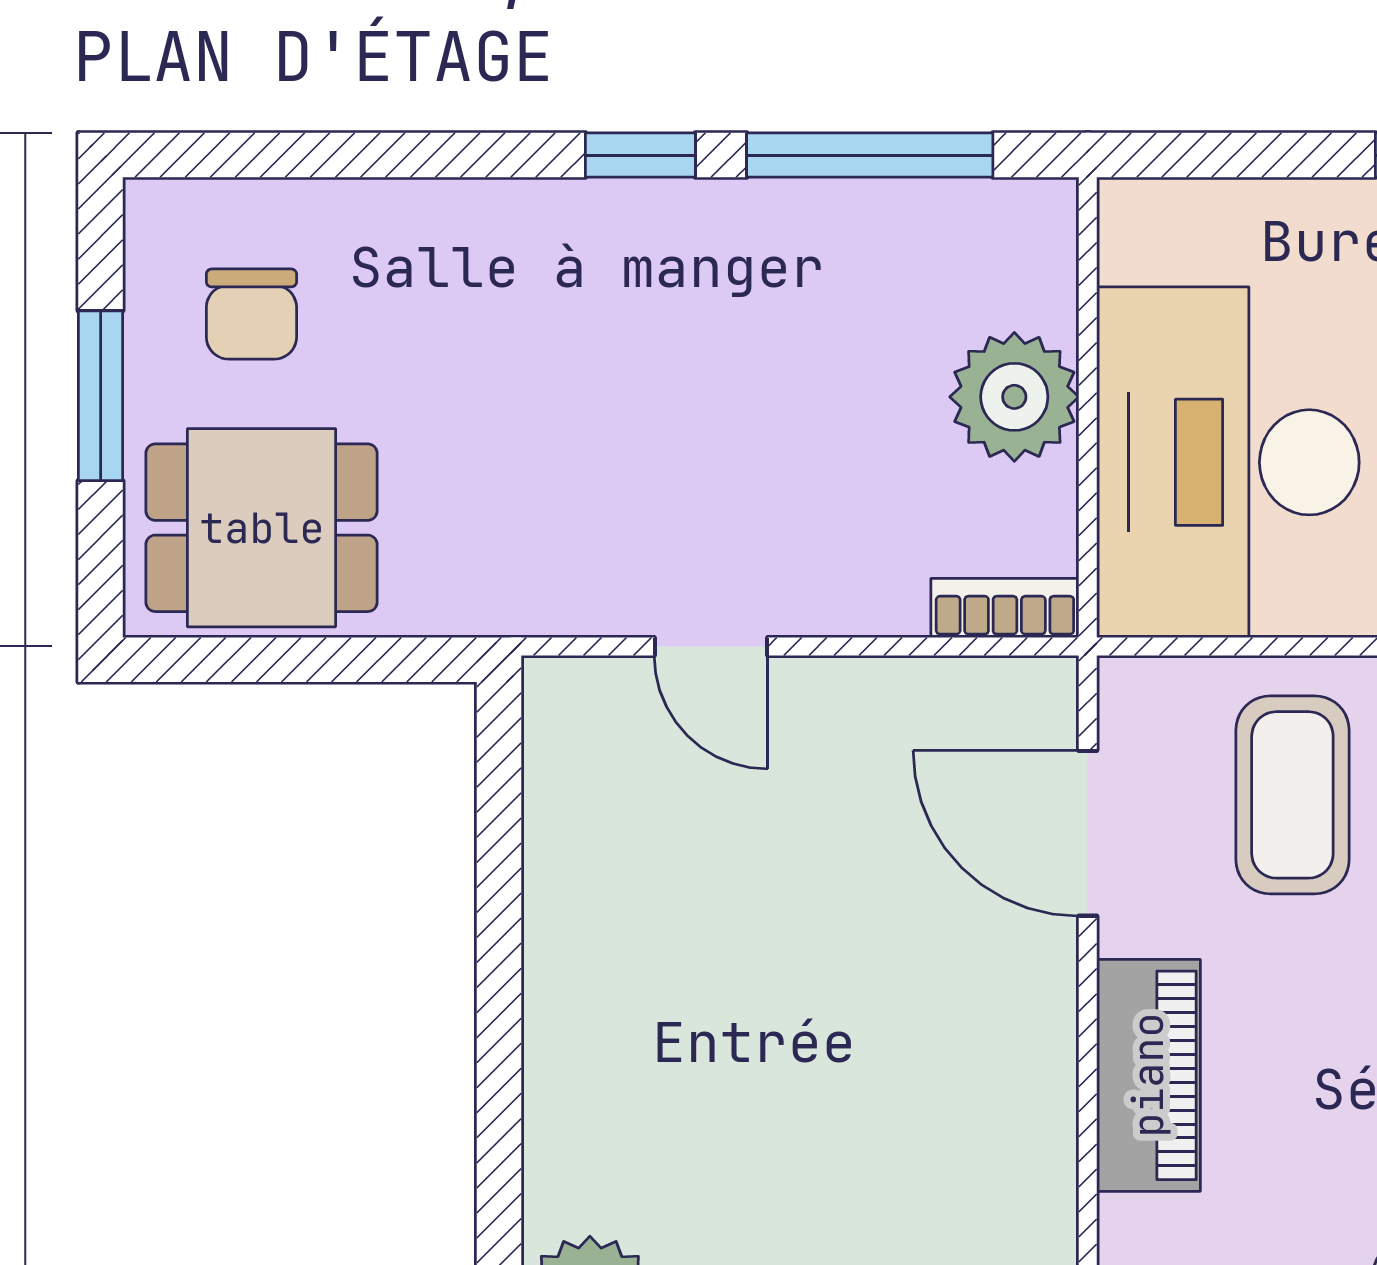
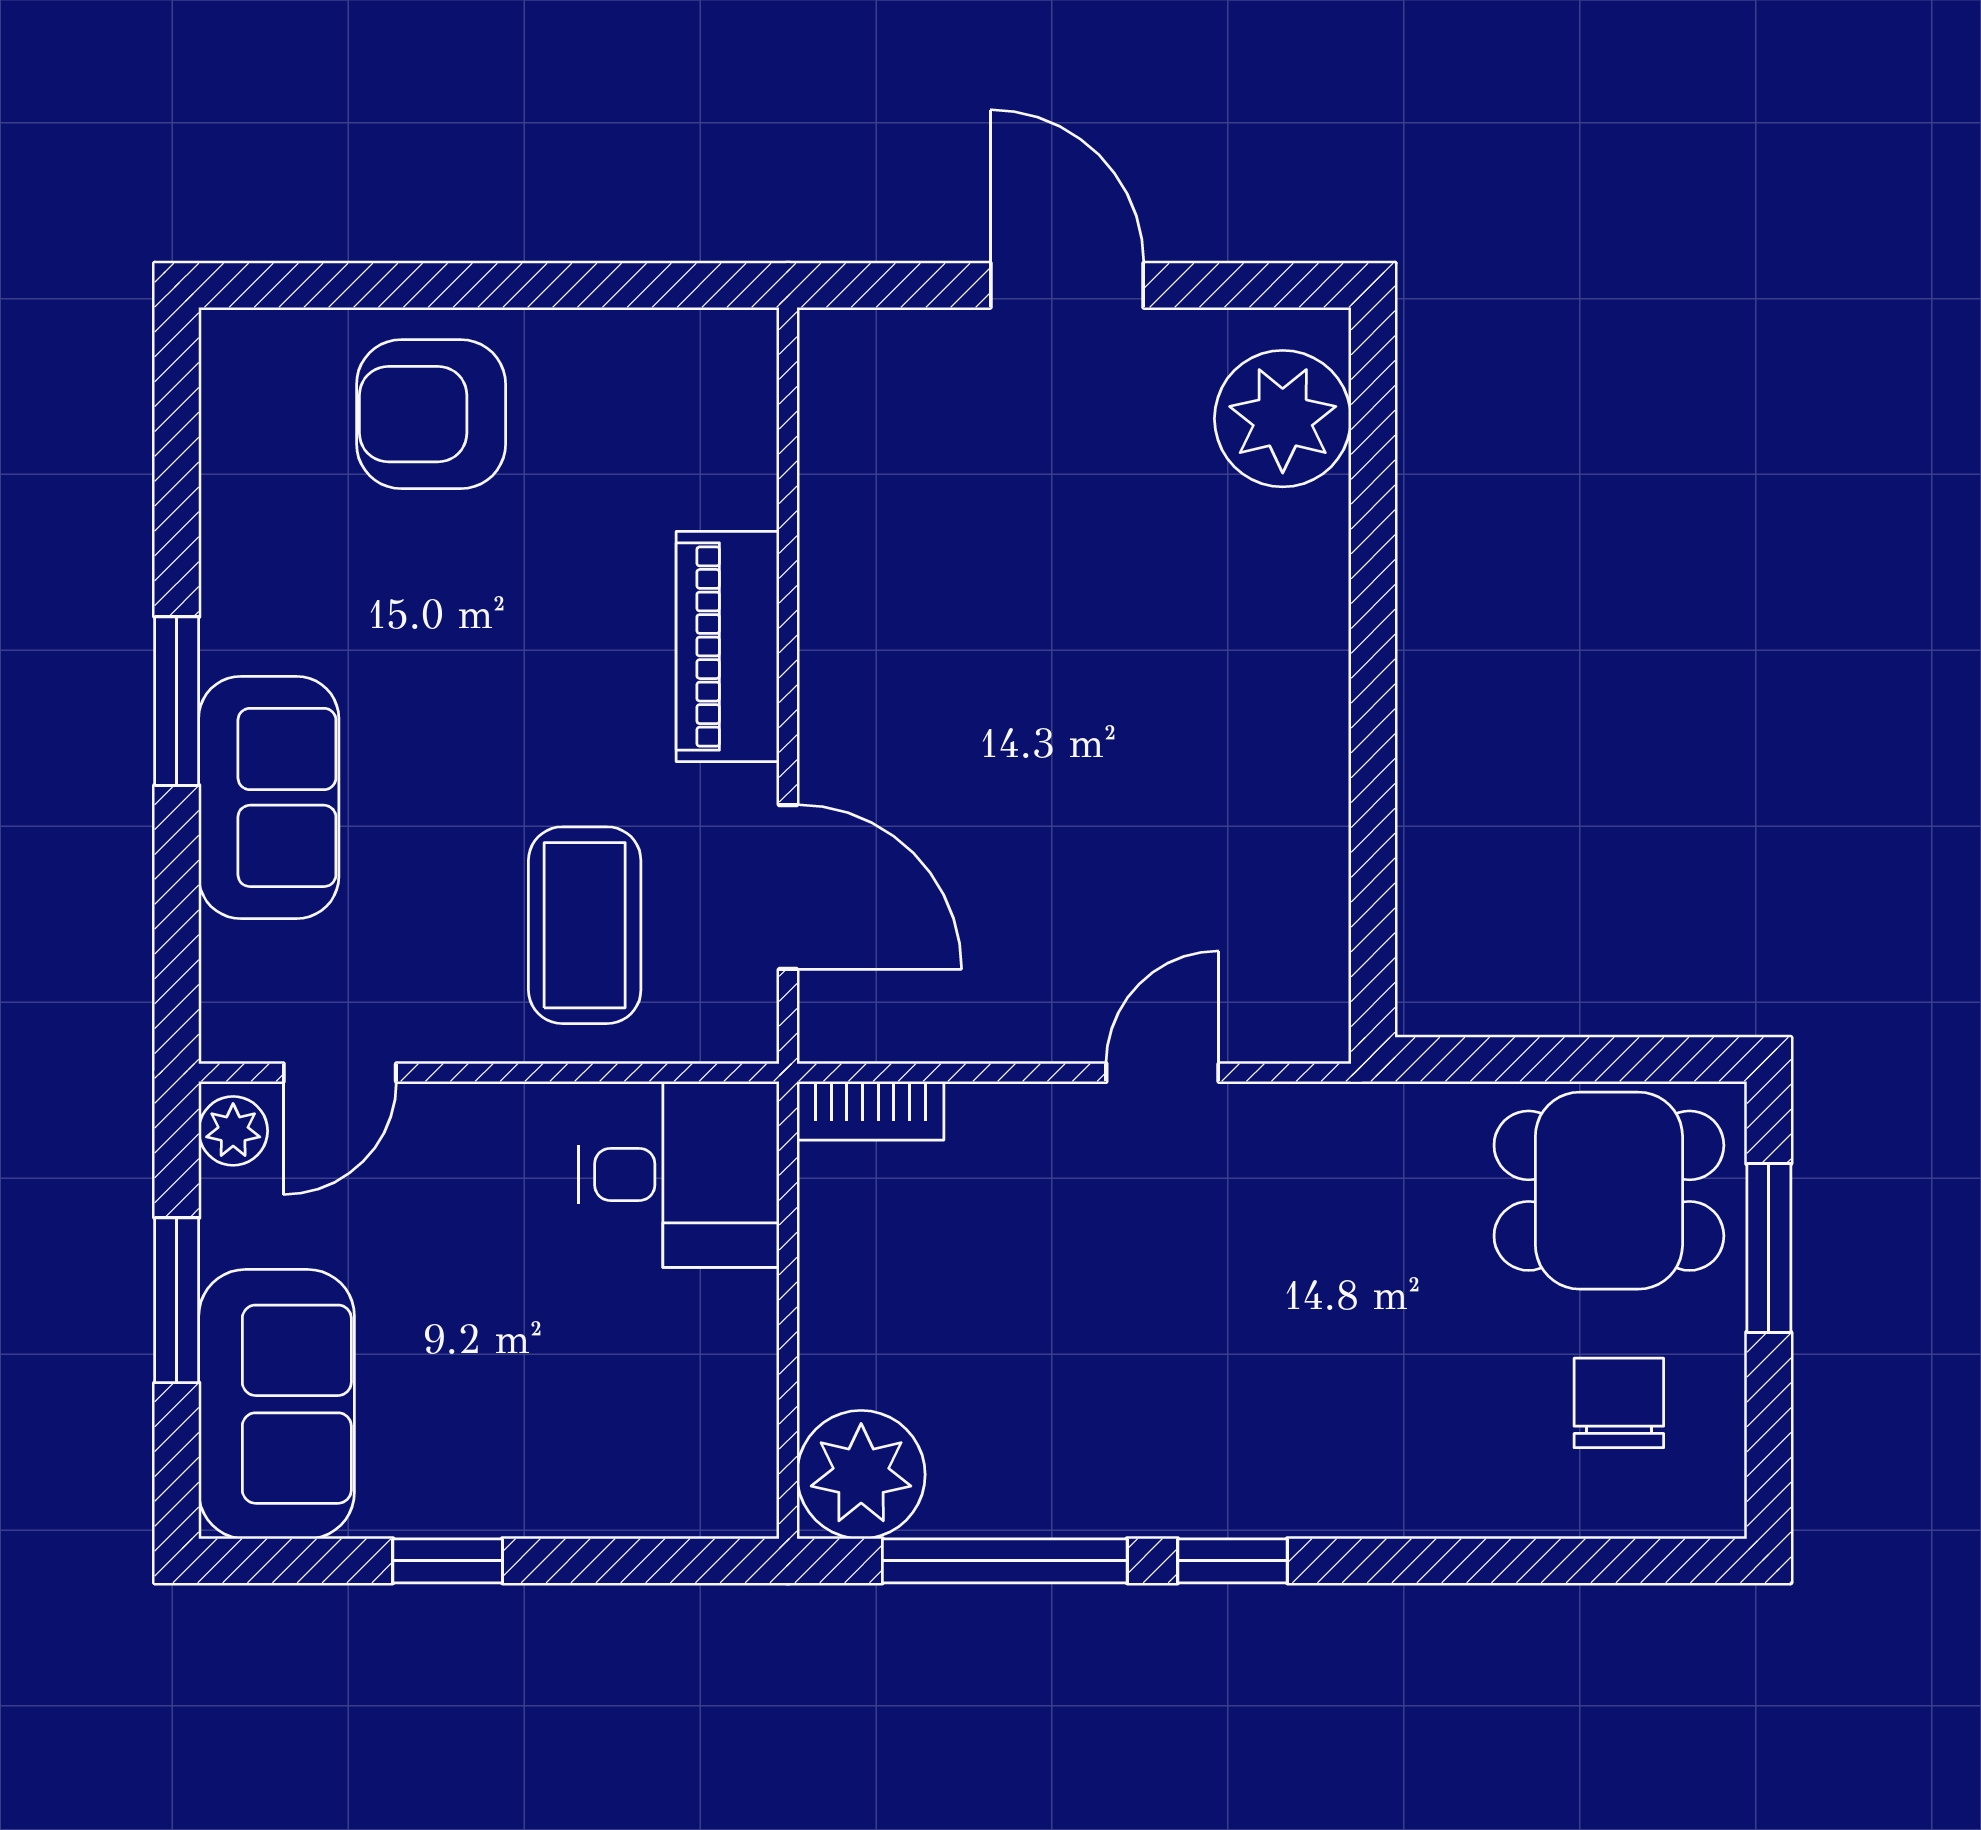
window: (101, 396) -> (1769, 1248), moved
plant: (1014, 397) -> (861, 1475), moved
desk: (1228, 462) -> (679, 1174), width x0.53, depth x0.77
door: (711, 646) -> (1162, 1073), hinge flipped

